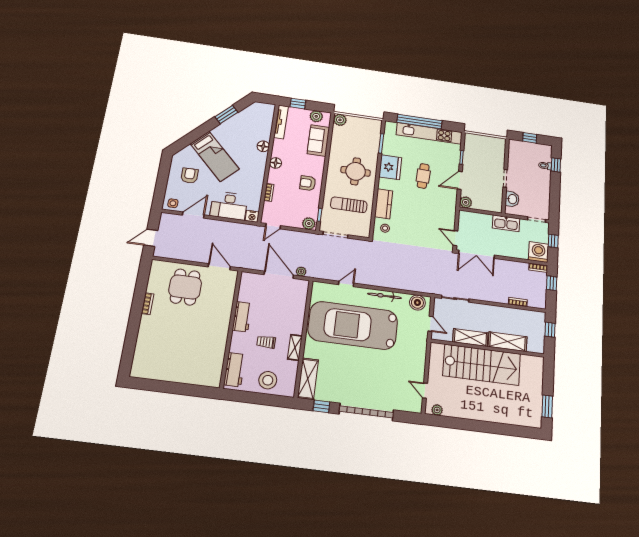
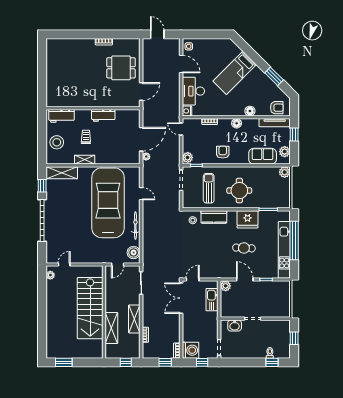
armchair: (189, 176) -> (277, 108), moved
kitchen sink: (506, 223) -> (212, 300), moved
shelving: (470, 337) -> (134, 319), moved

